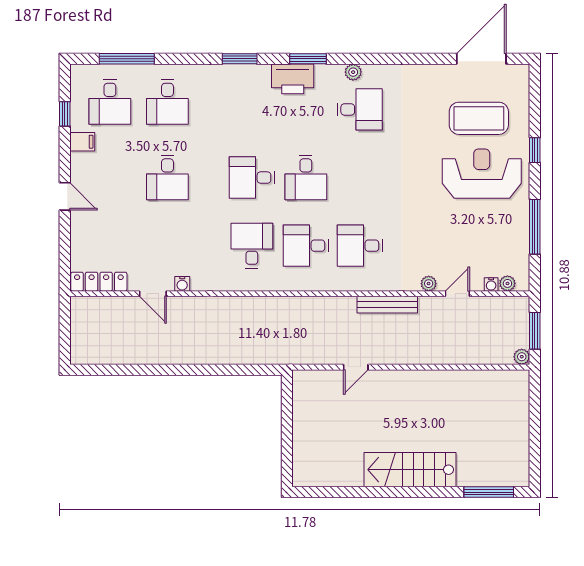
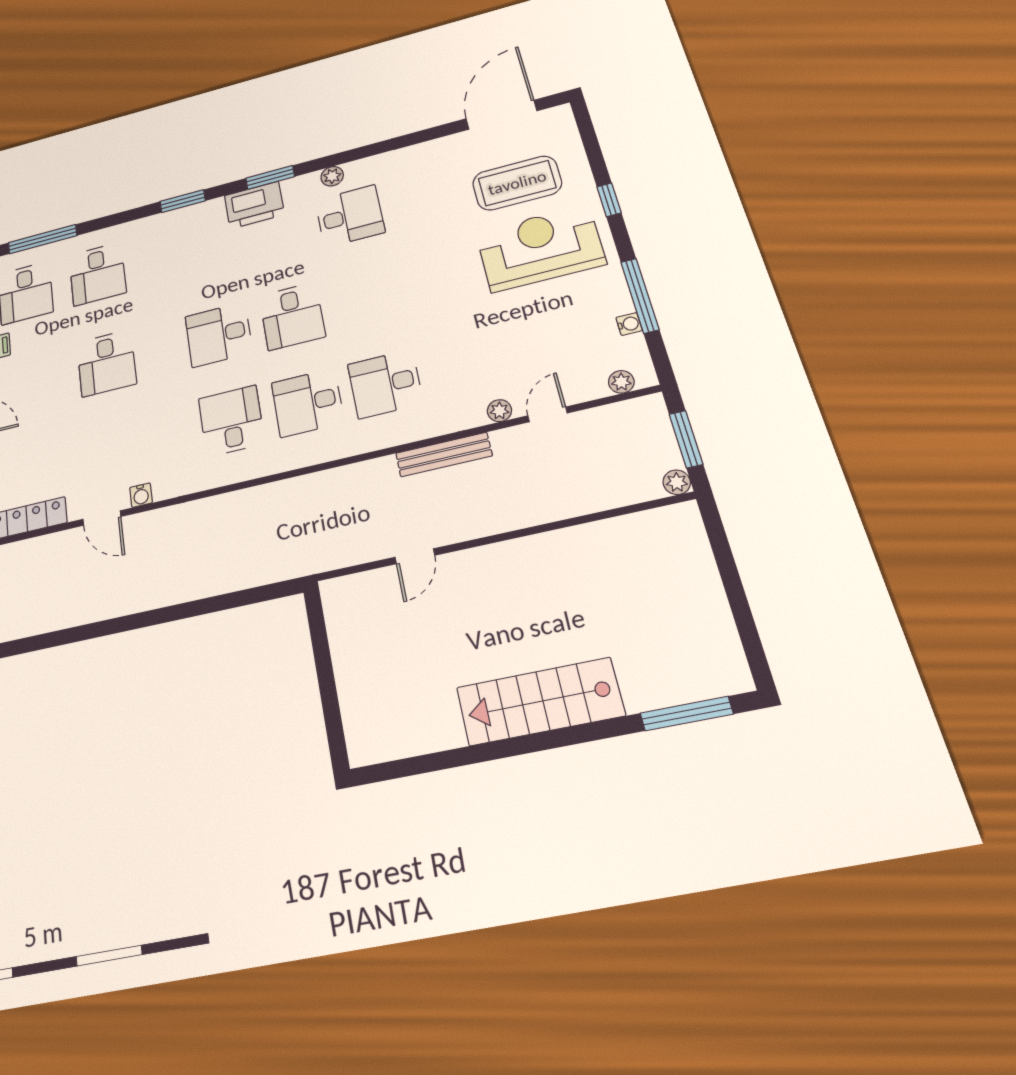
water cooler: (491, 284) -> (629, 324), moved, turned -90

